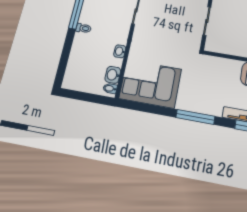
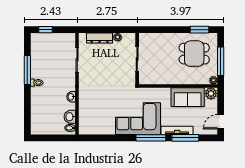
corner sofa: (150, 84) -> (138, 119), moved
window: (195, 117) -> (151, 138), moved

